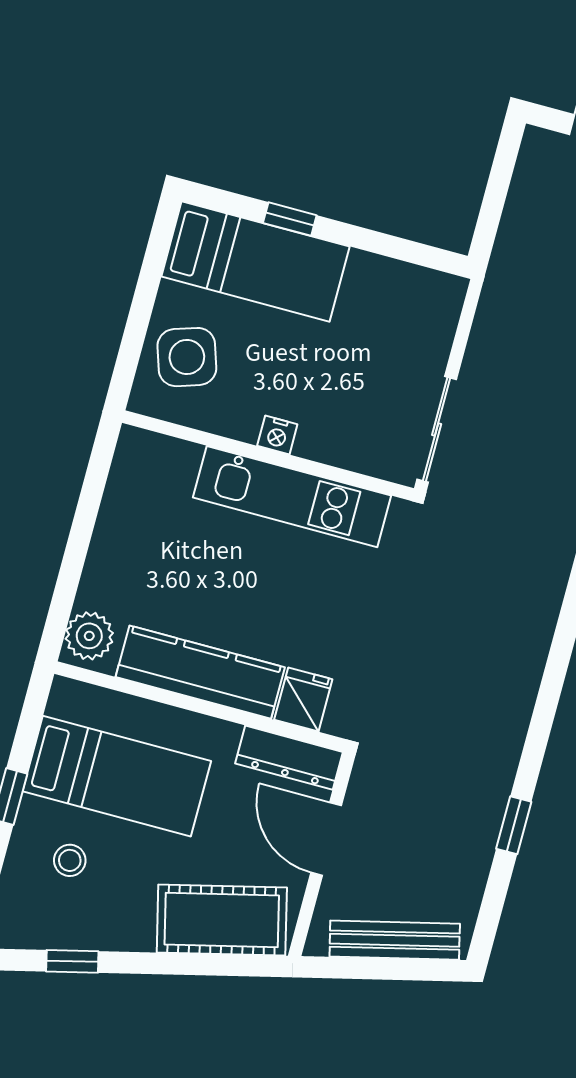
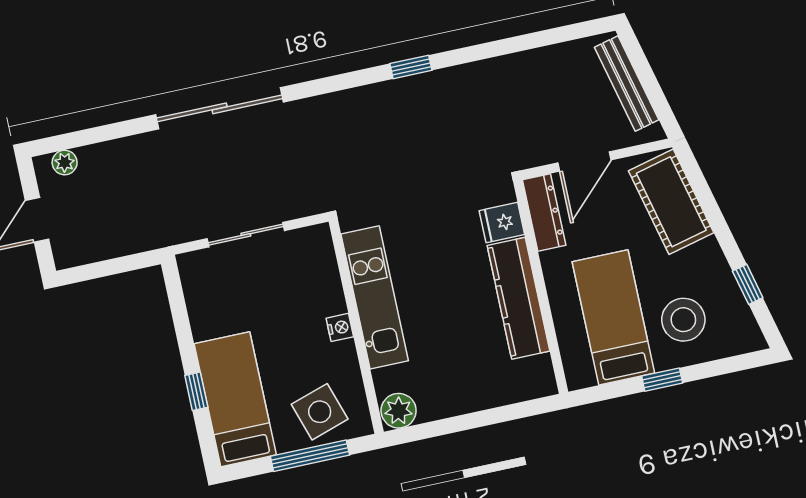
window: (139, 317) -> (310, 456), added
sliding door: (437, 429) -> (246, 235), moved
plant: (89, 636) -> (399, 411), moved
window: (514, 825) -> (411, 67), moved
stool: (70, 860) -> (683, 320), width x1.89, depth x1.89

